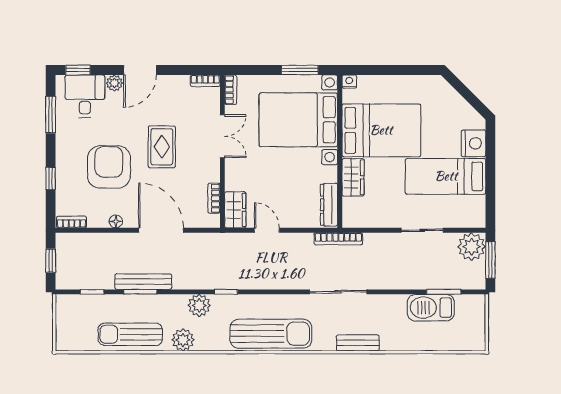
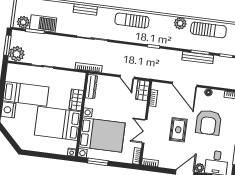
plant: (199, 305) -> (23, 22), moved
sun lounger: (271, 334) -> (132, 21), width x0.73, depth x0.75

